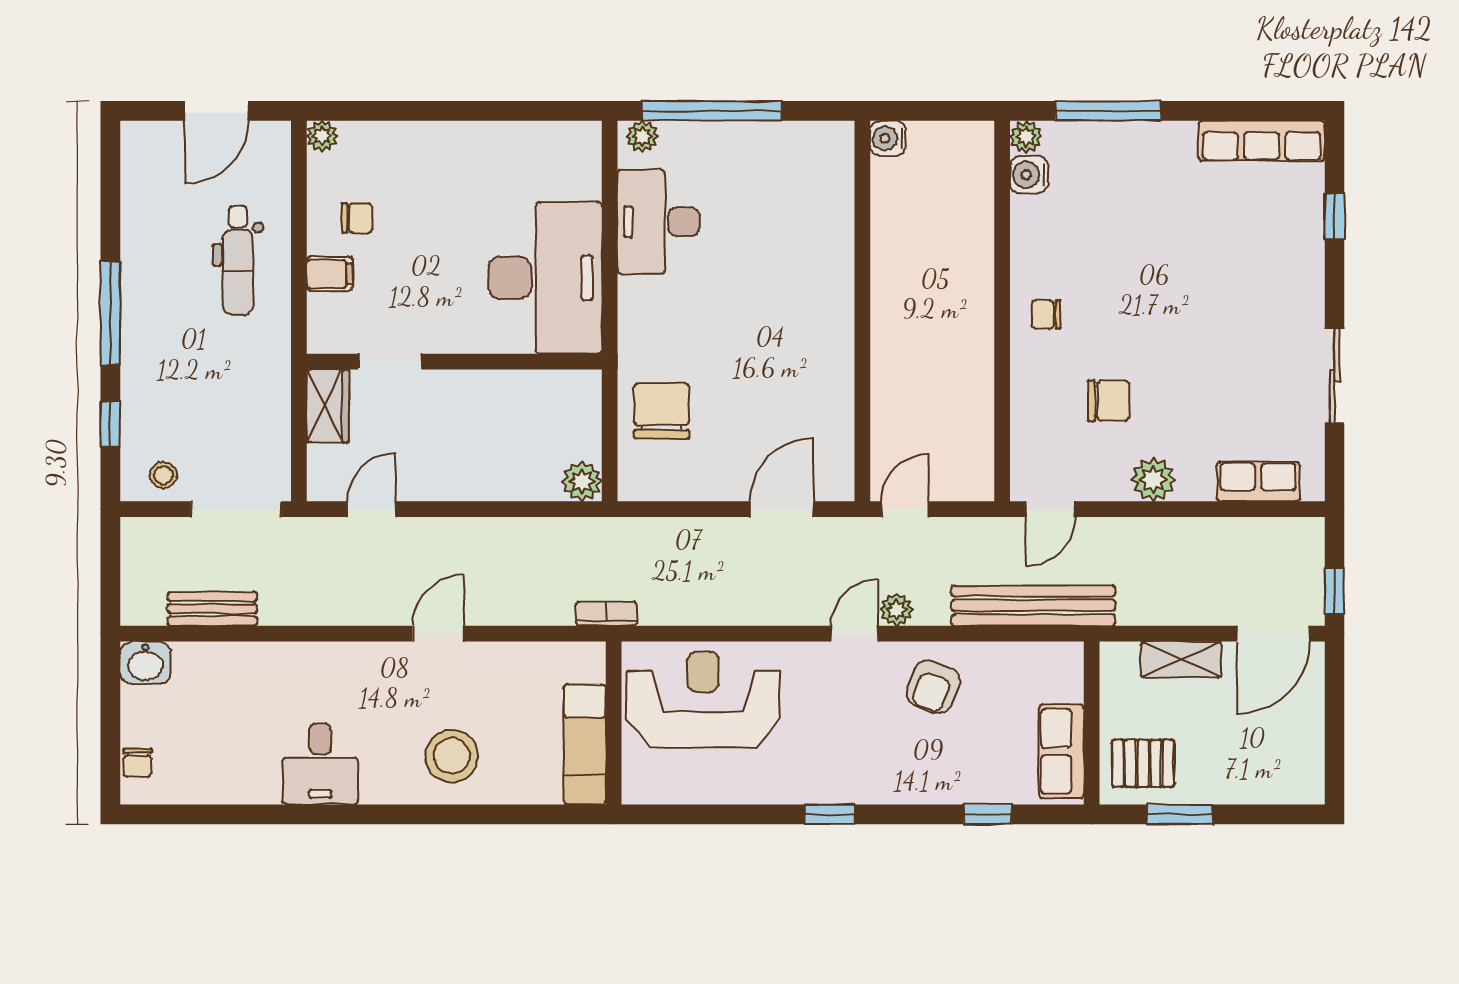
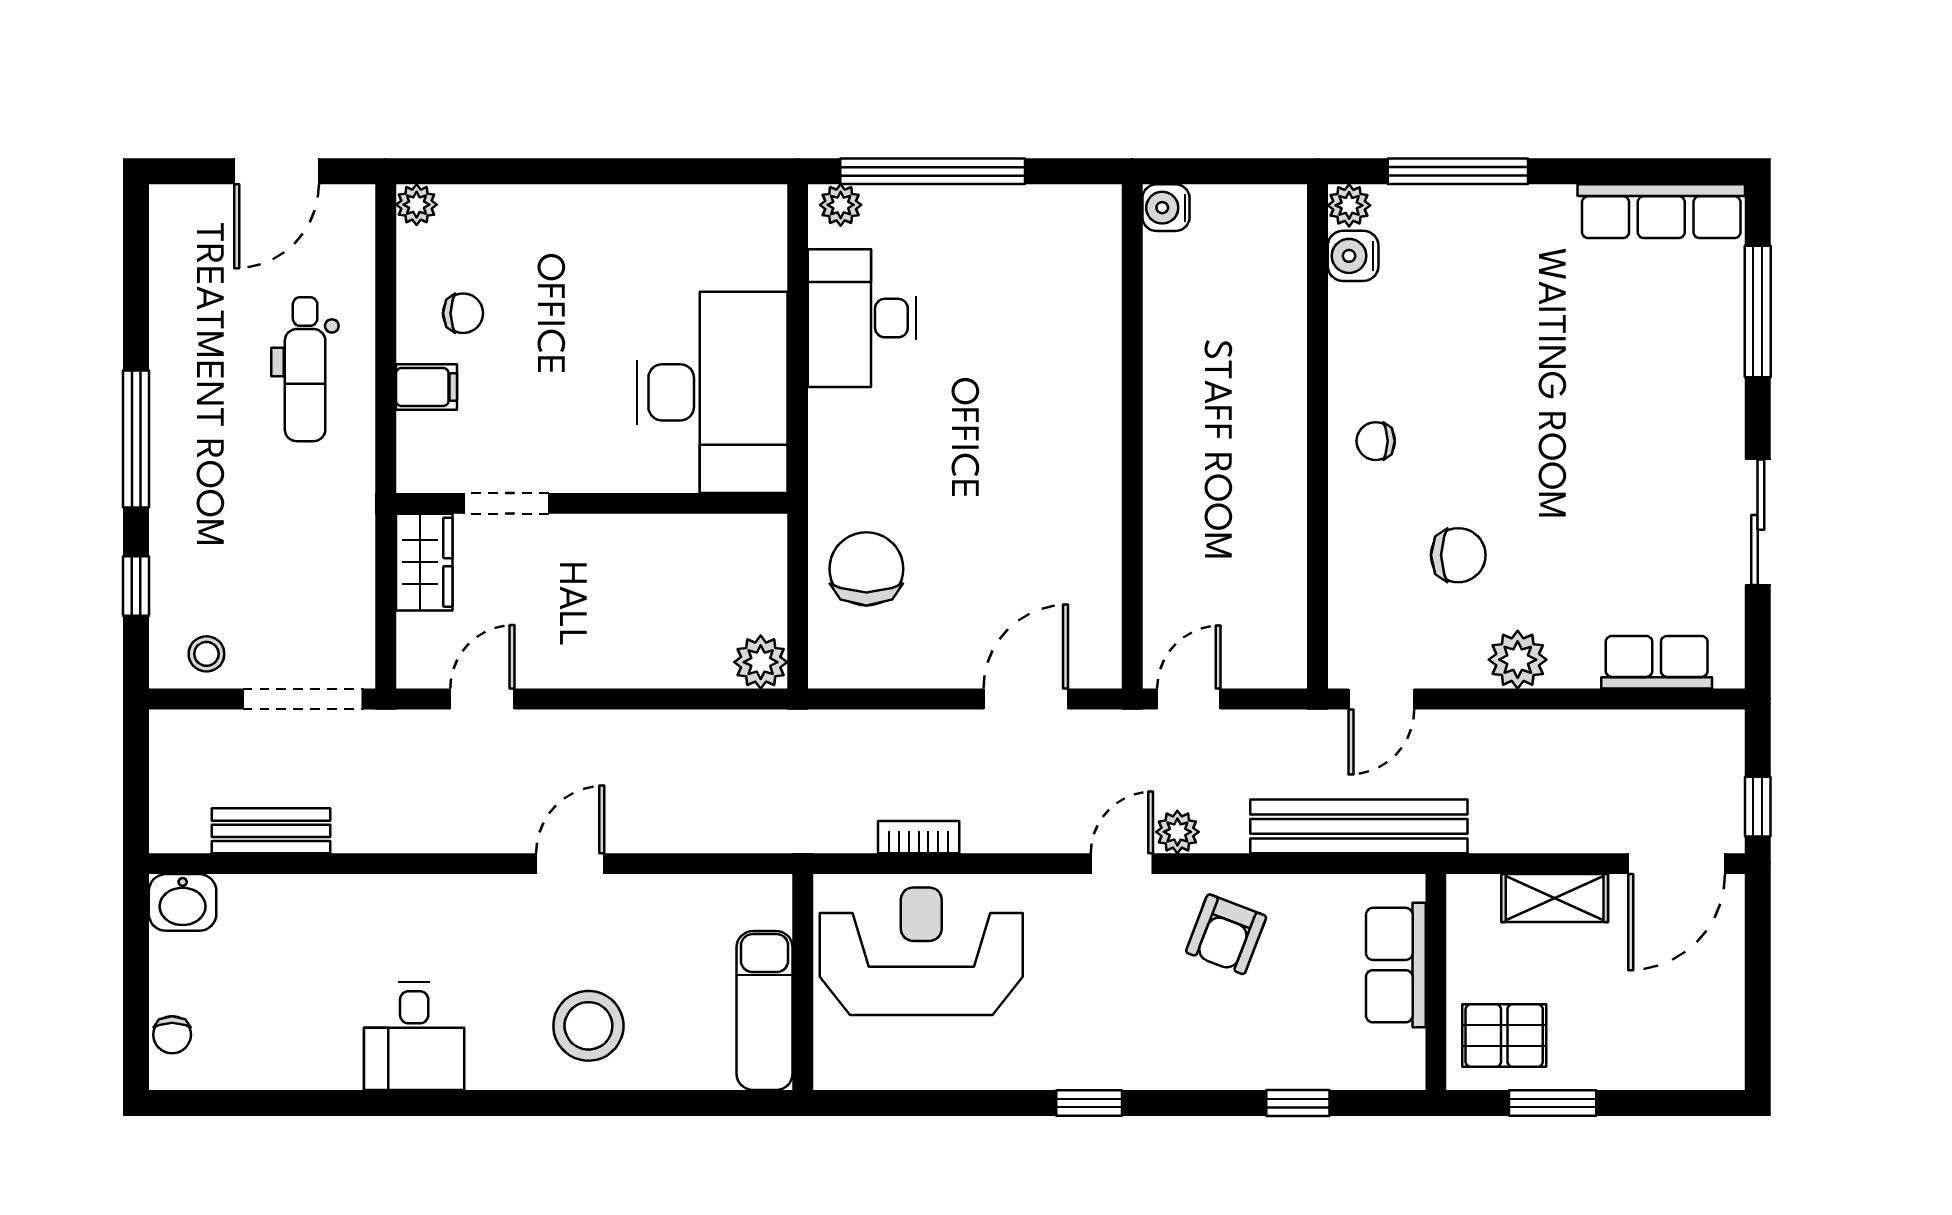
window: (1334, 217) -> (1758, 311), width x2.17
bookcase: (606, 614) -> (919, 837), moved
row of seats: (1061, 751) -> (1396, 965), moved

